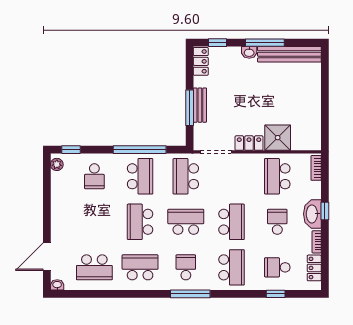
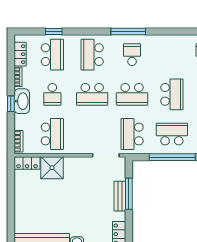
locker: (249, 143) -> (27, 163), moved
school desk: (140, 176) -> (172, 134), turned 90
school desk: (186, 176) -> (132, 134), turned 180
school desk: (232, 222) -> (92, 94), turned -90
school desk: (140, 267) -> (172, 55), removed
school desk: (186, 267) -> (132, 55), turned 180
school desk: (277, 267) -> (52, 55), width x1.85

